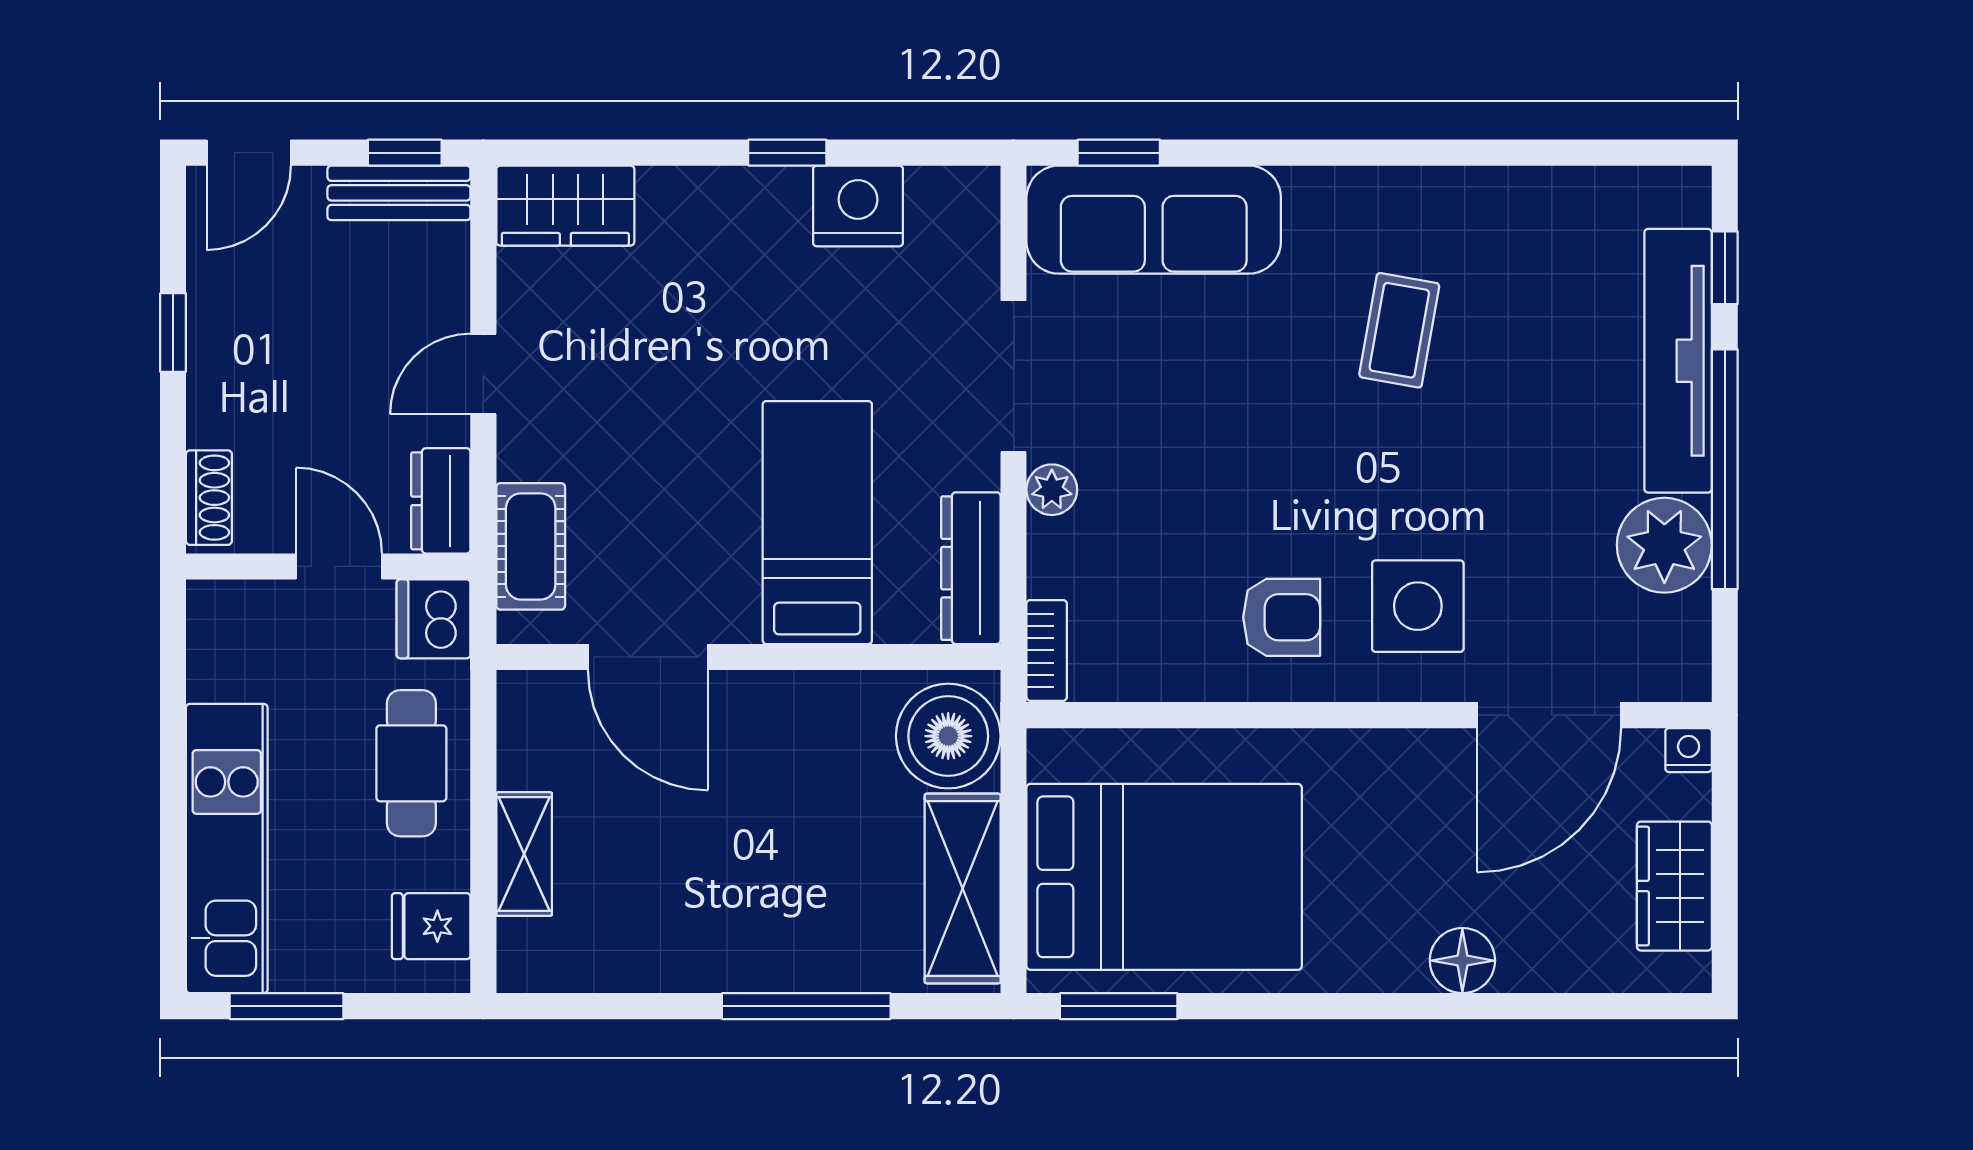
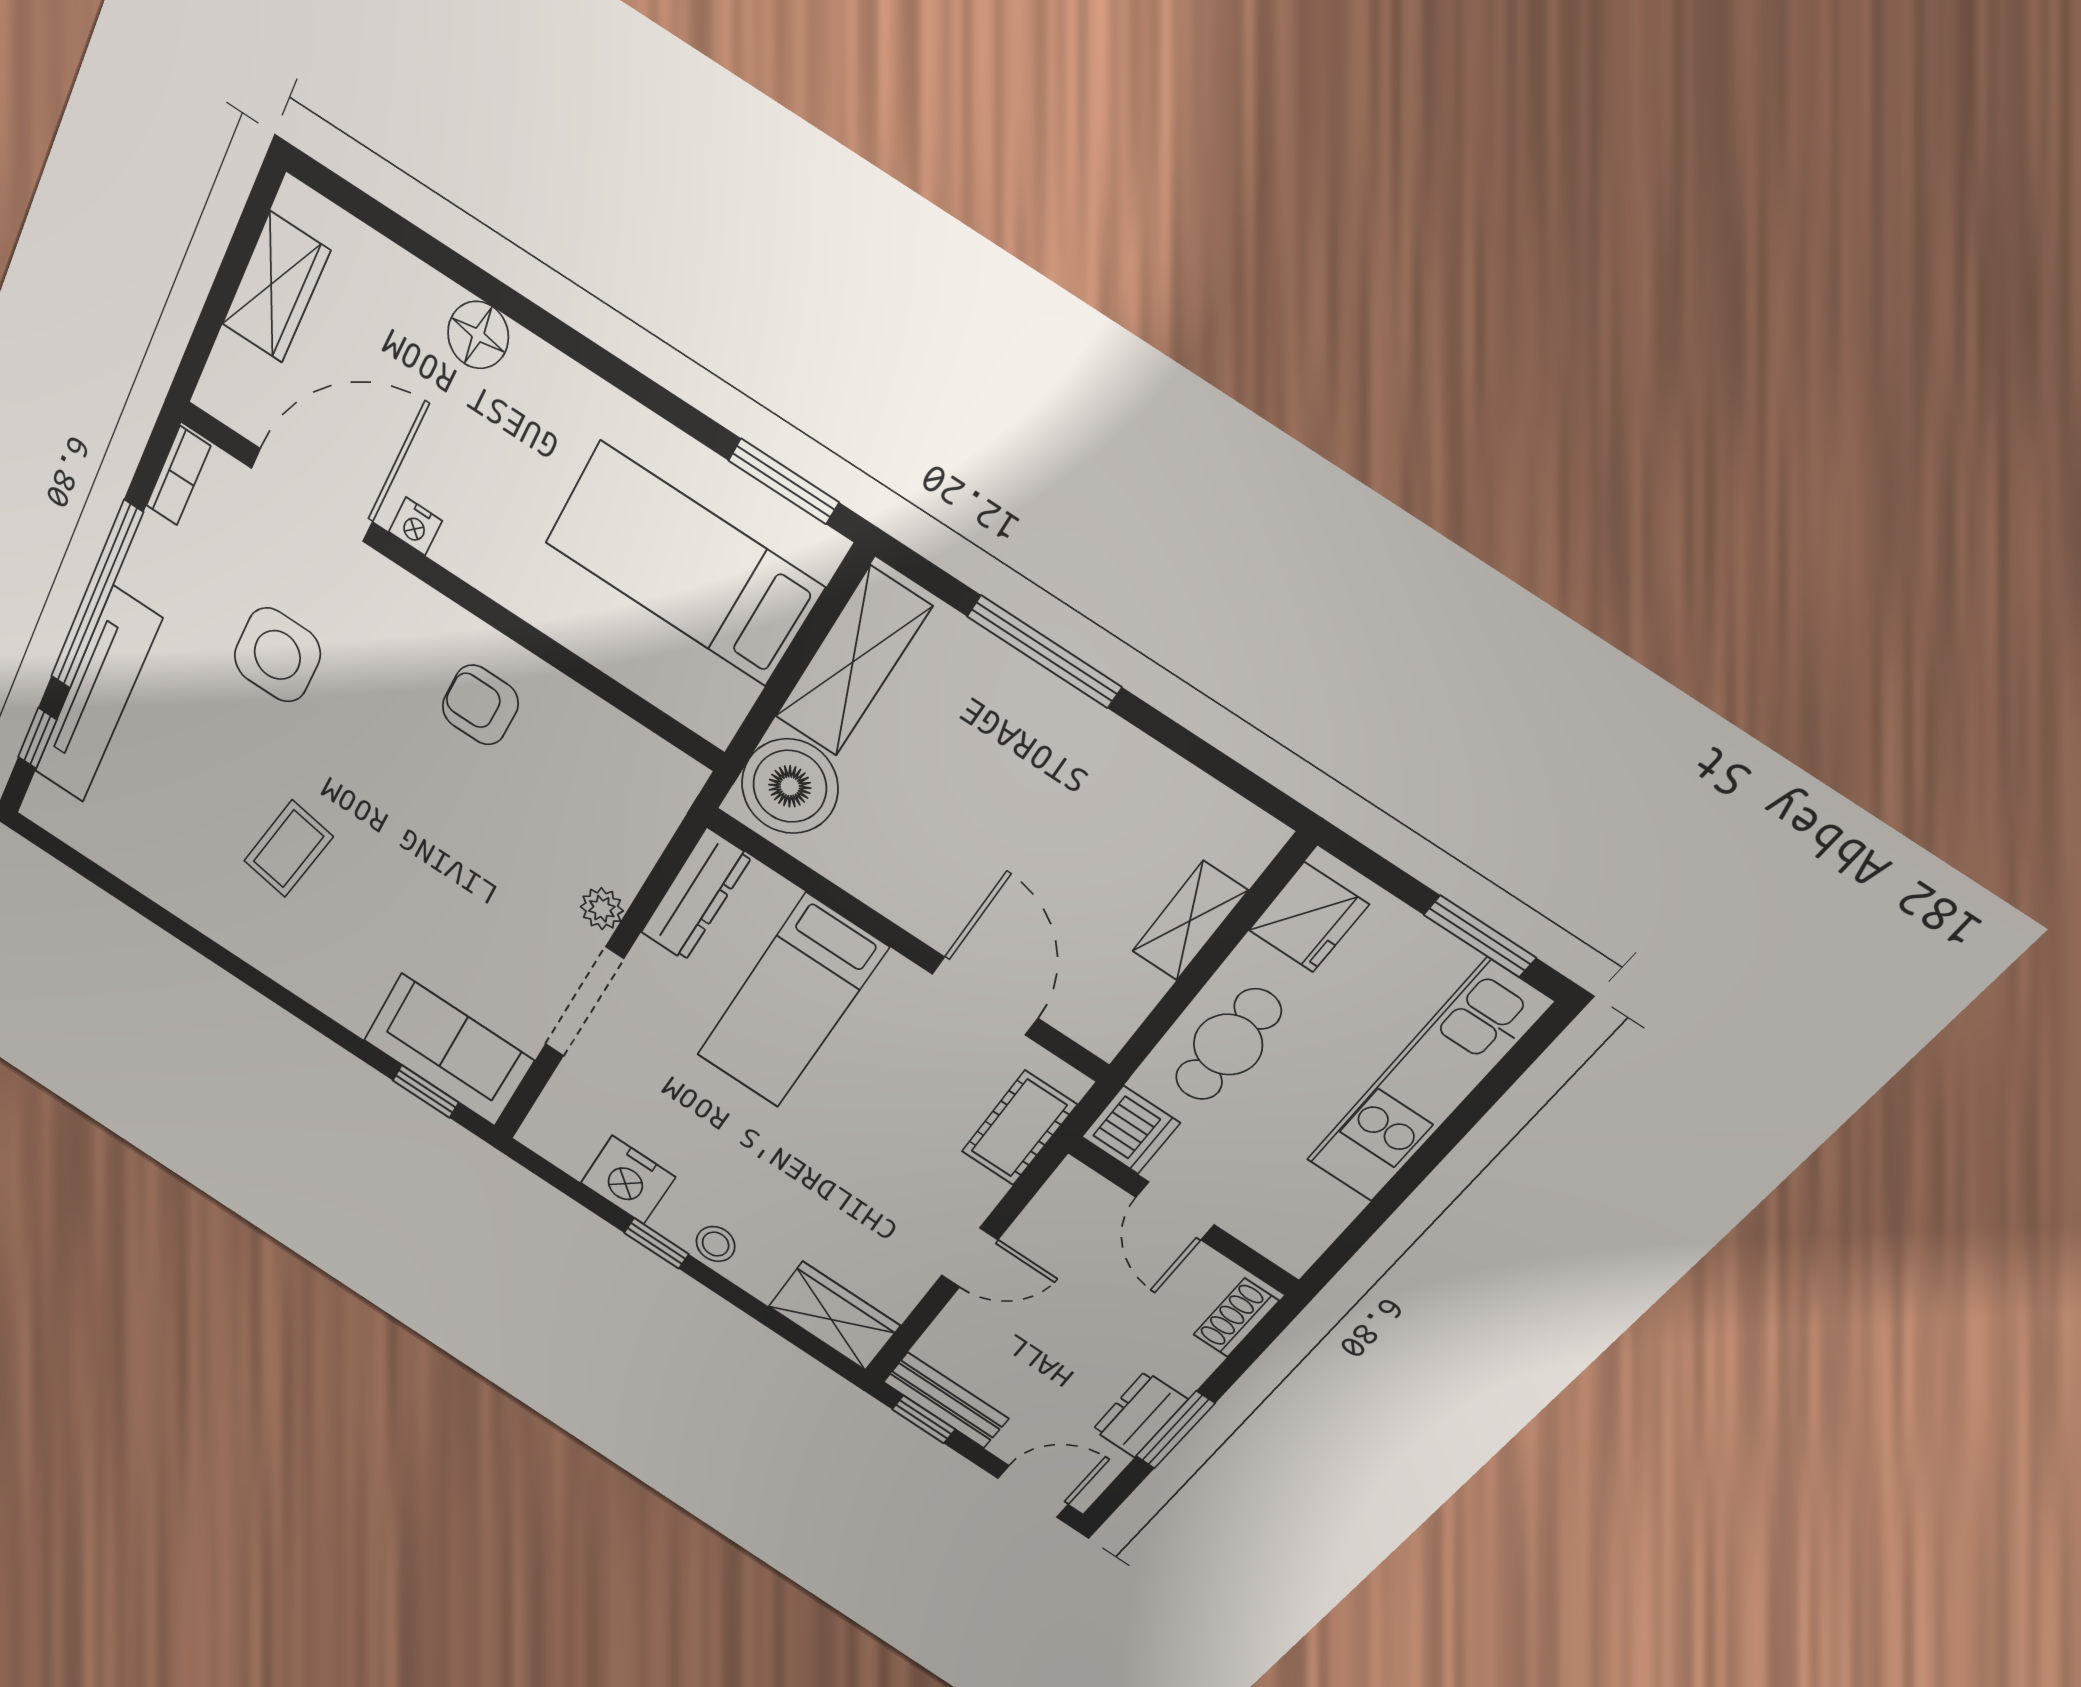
stool: (729, 198) -> (716, 1244), added
sofa: (1154, 220) -> (449, 1050), width x0.73
window: (173, 333) -> (1175, 1430), width x1.50
dresser: (441, 501) -> (1140, 1415), moved, turned 180
plant: (1664, 545) -> (165, 569), removed
side table: (1418, 606) -> (277, 655), moved
bookcase: (1047, 650) -> (178, 476), moved, turned 180
nightstand: (1689, 750) -> (415, 526), moved
bed: (1164, 877) -> (684, 565), width x0.67
fridge: (431, 926) -> (1309, 917), width x1.38

